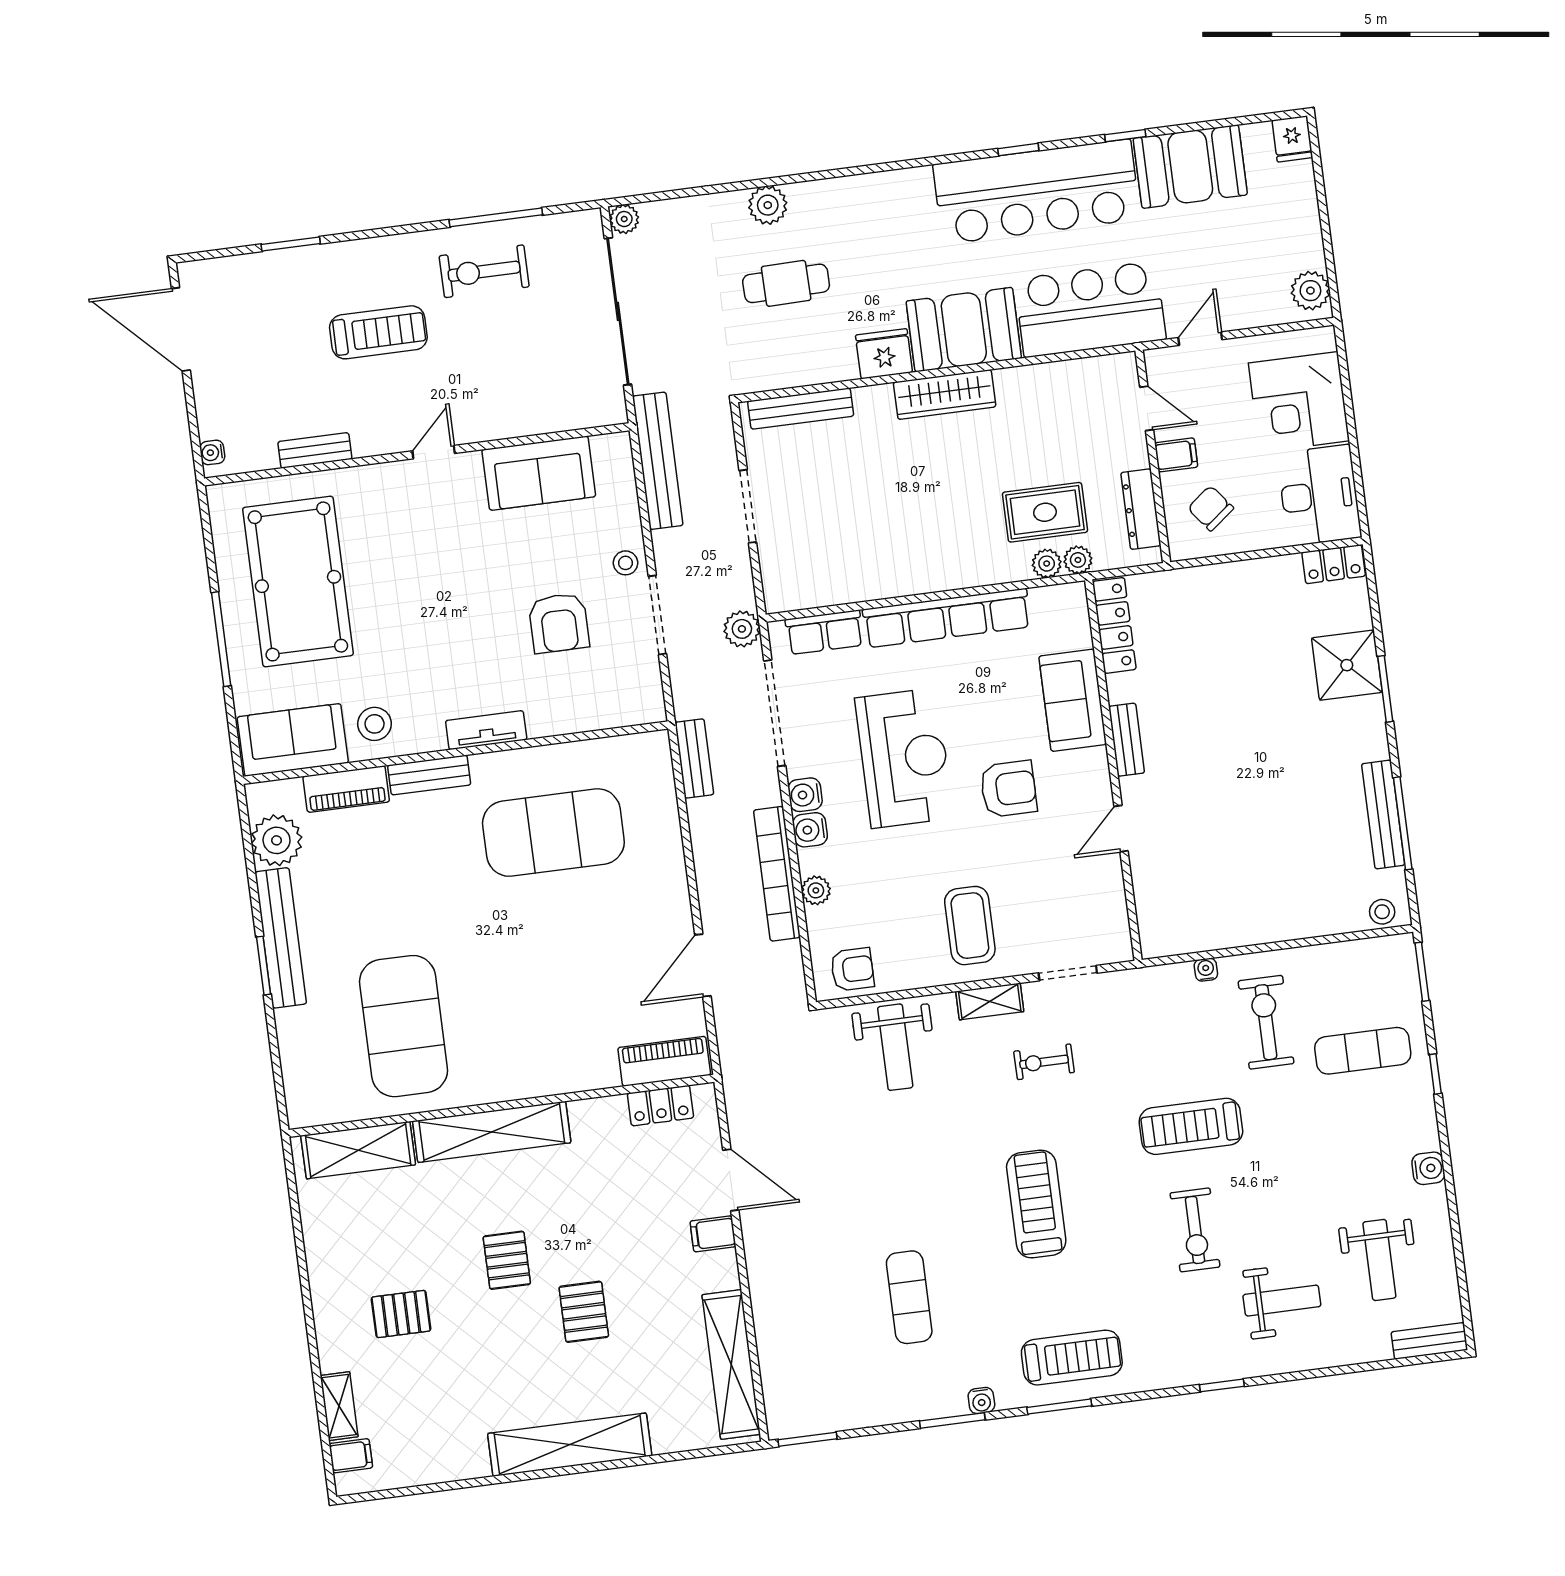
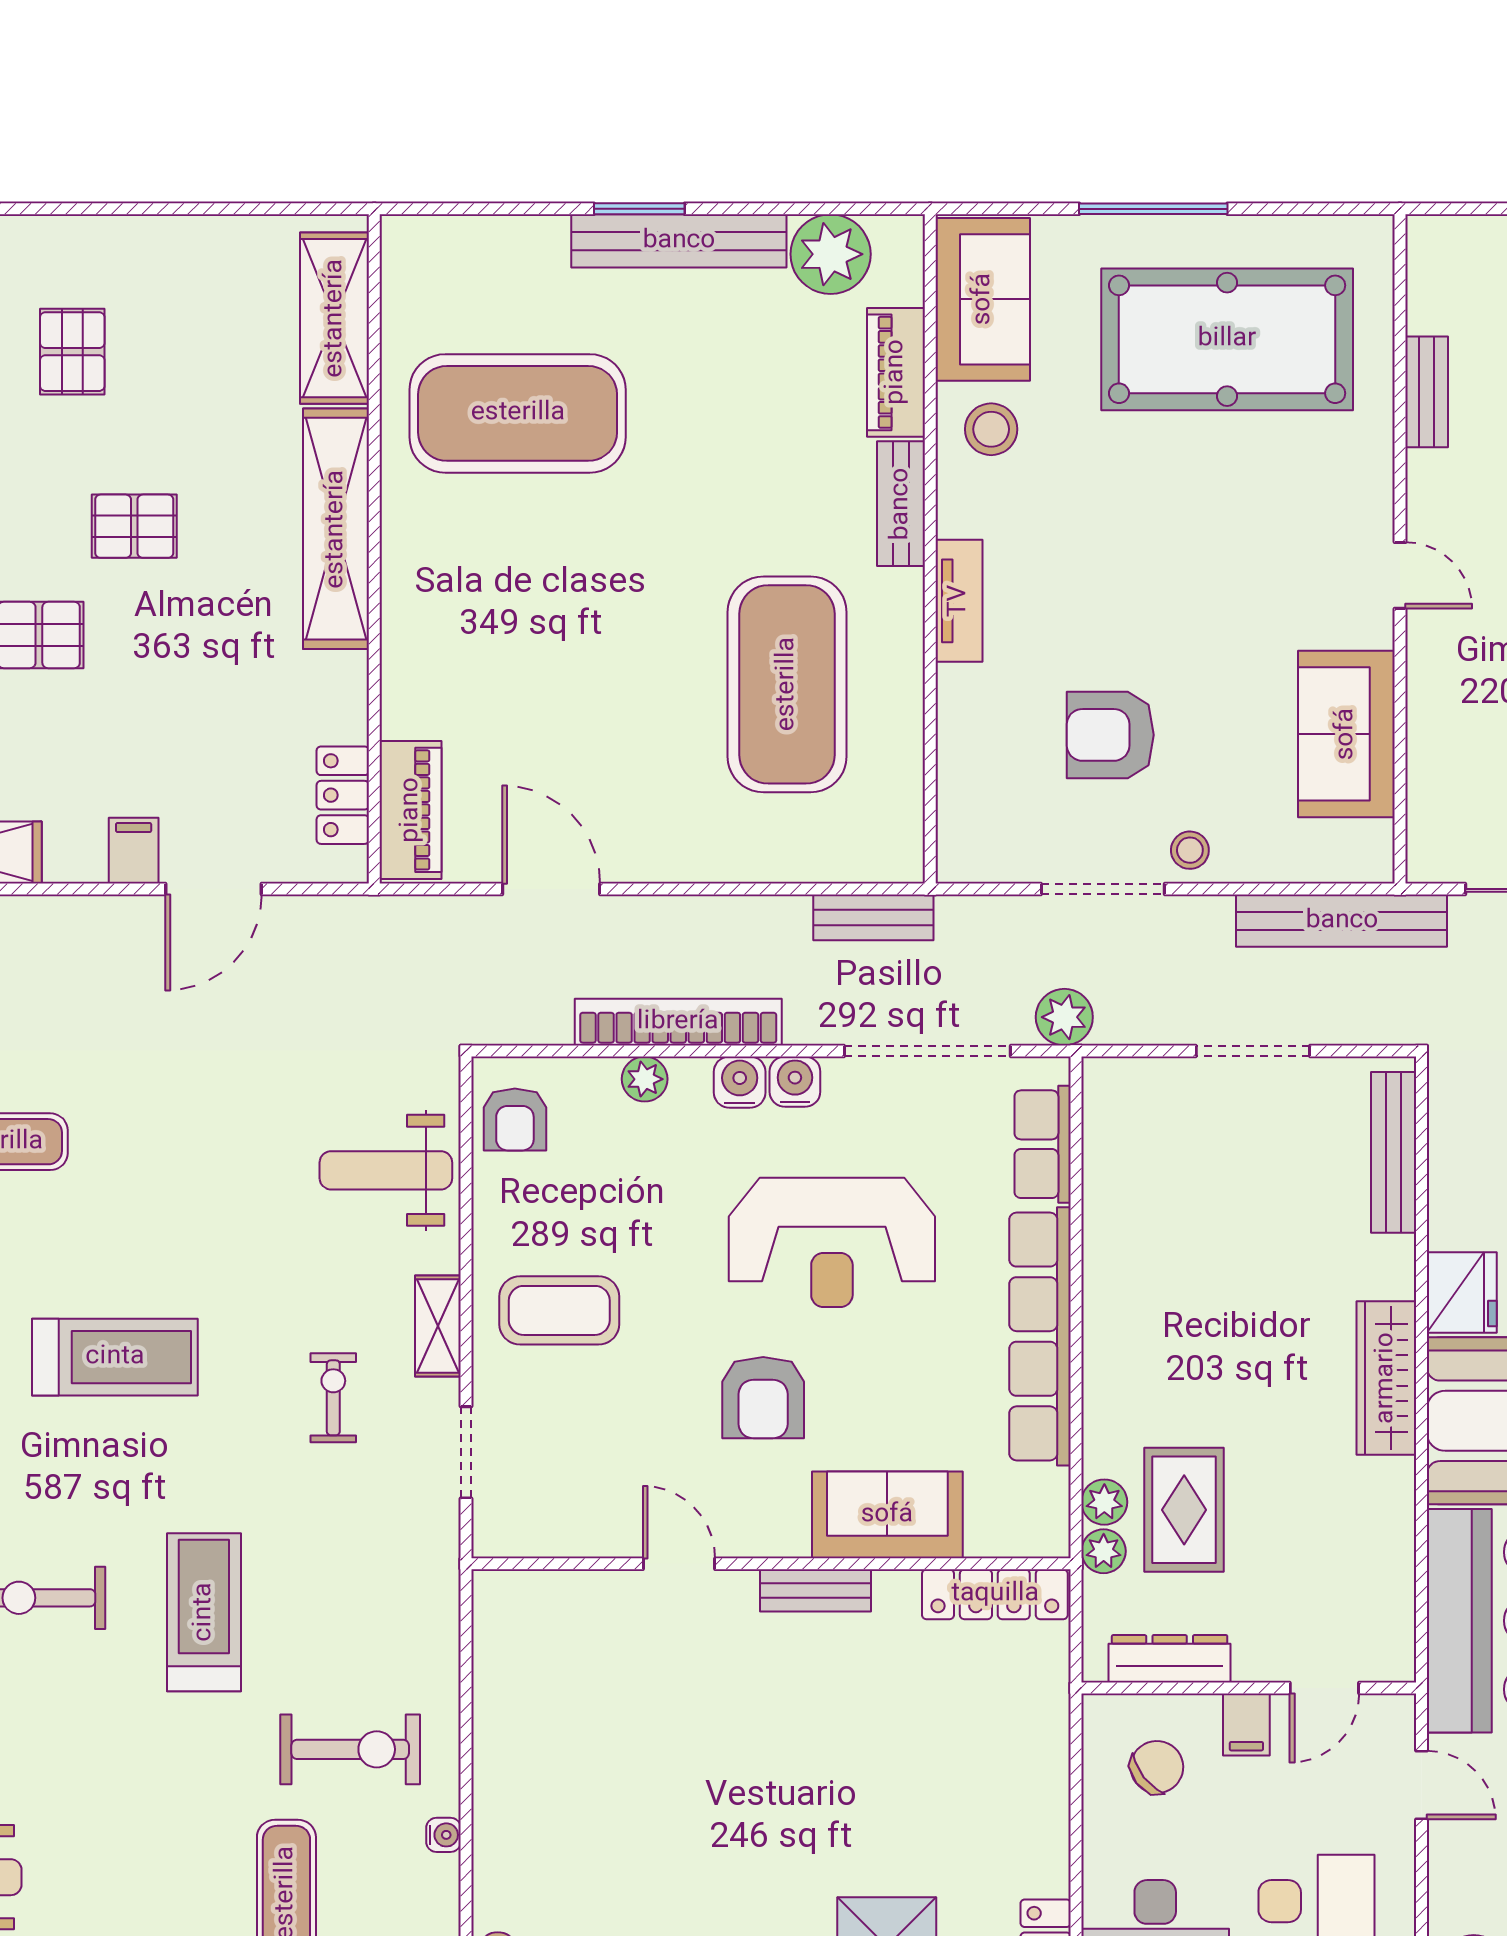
water cooler: (212, 452) -> (1444, 233), removed
water cooler: (1206, 970) -> (443, 1835), moved

